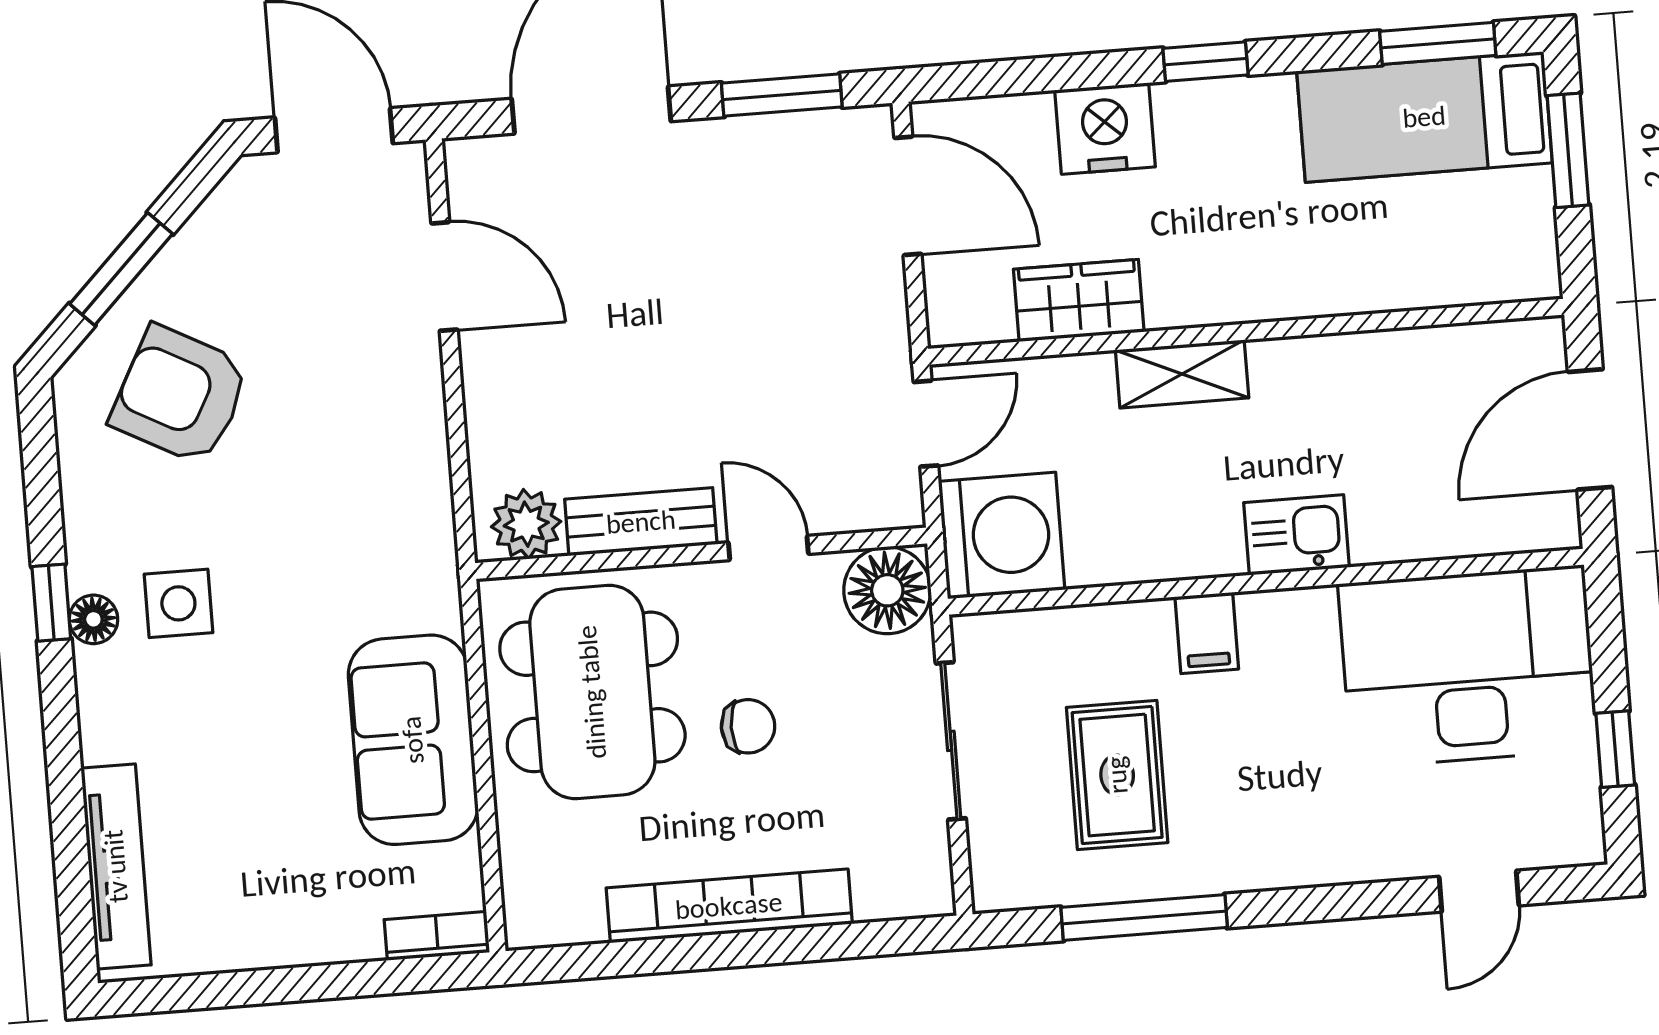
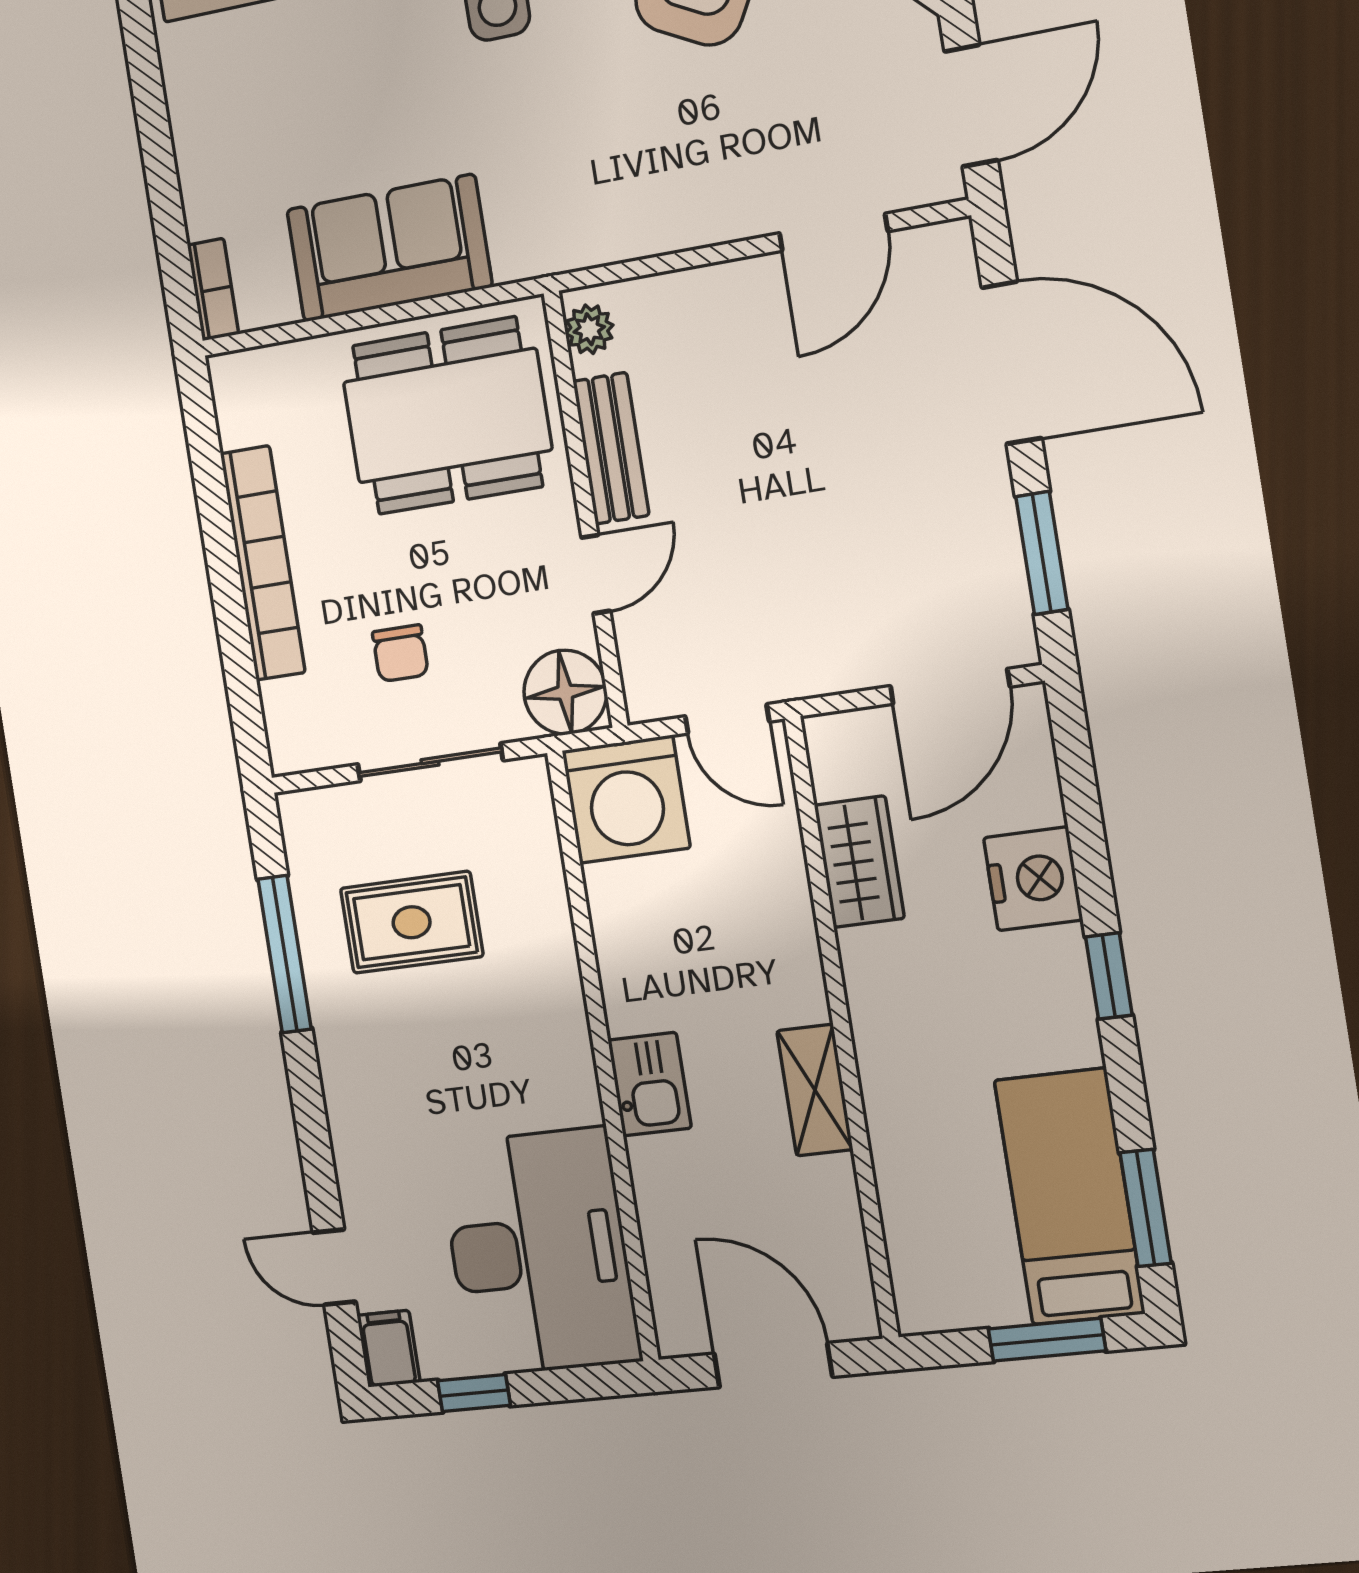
shelving: (1182, 374) -> (815, 1090), moved
plant: (526, 524) -> (589, 329), width x0.73, depth x0.73
filing cabinet: (1207, 633) -> (388, 1349), moved, turned 90
chair: (748, 726) -> (400, 653), moved

